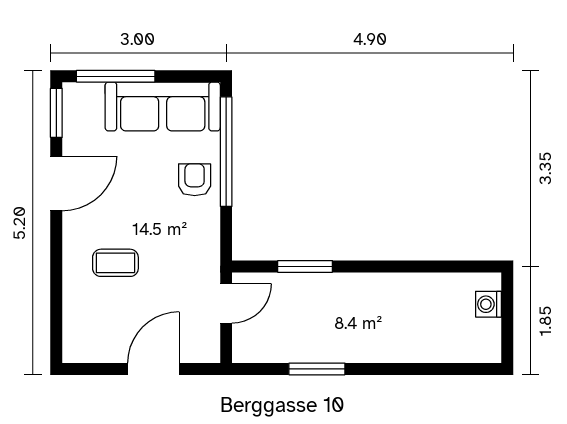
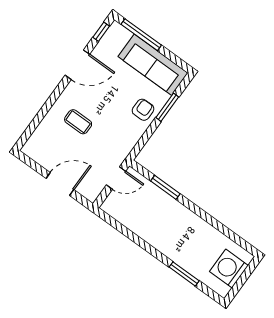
window: (56, 113) -> (101, 32), width x0.67
window: (226, 152) -> (167, 107), width x0.47
washing machine: (488, 304) -> (229, 268), width x1.89, depth x1.89
window: (317, 369) -> (184, 274), moved

